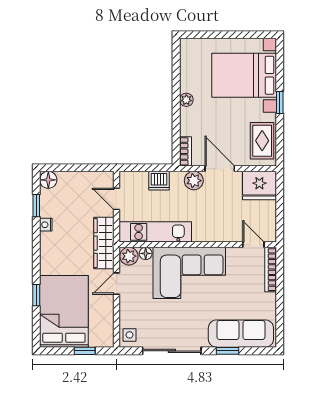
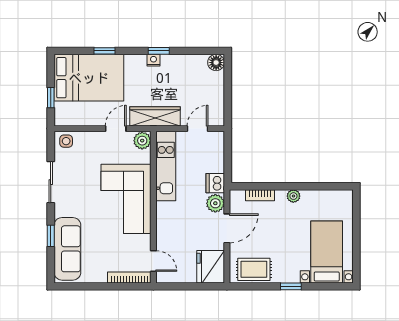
bed with nightstands: (244, 75) -> (327, 252), width x0.73
bookcase: (185, 151) -> (260, 195), moved
dishwasher: (159, 181) -> (215, 183), moved
window: (36, 206) -> (159, 51), moved
nightstand: (46, 225) -> (154, 60), moved
door: (253, 245) -> (153, 261), hinge flipped
floor lamp: (146, 253) -> (145, 157), removed
door: (117, 284) -> (116, 129), hinge flipped
sliding door: (172, 351) -> (51, 182), width x0.73

